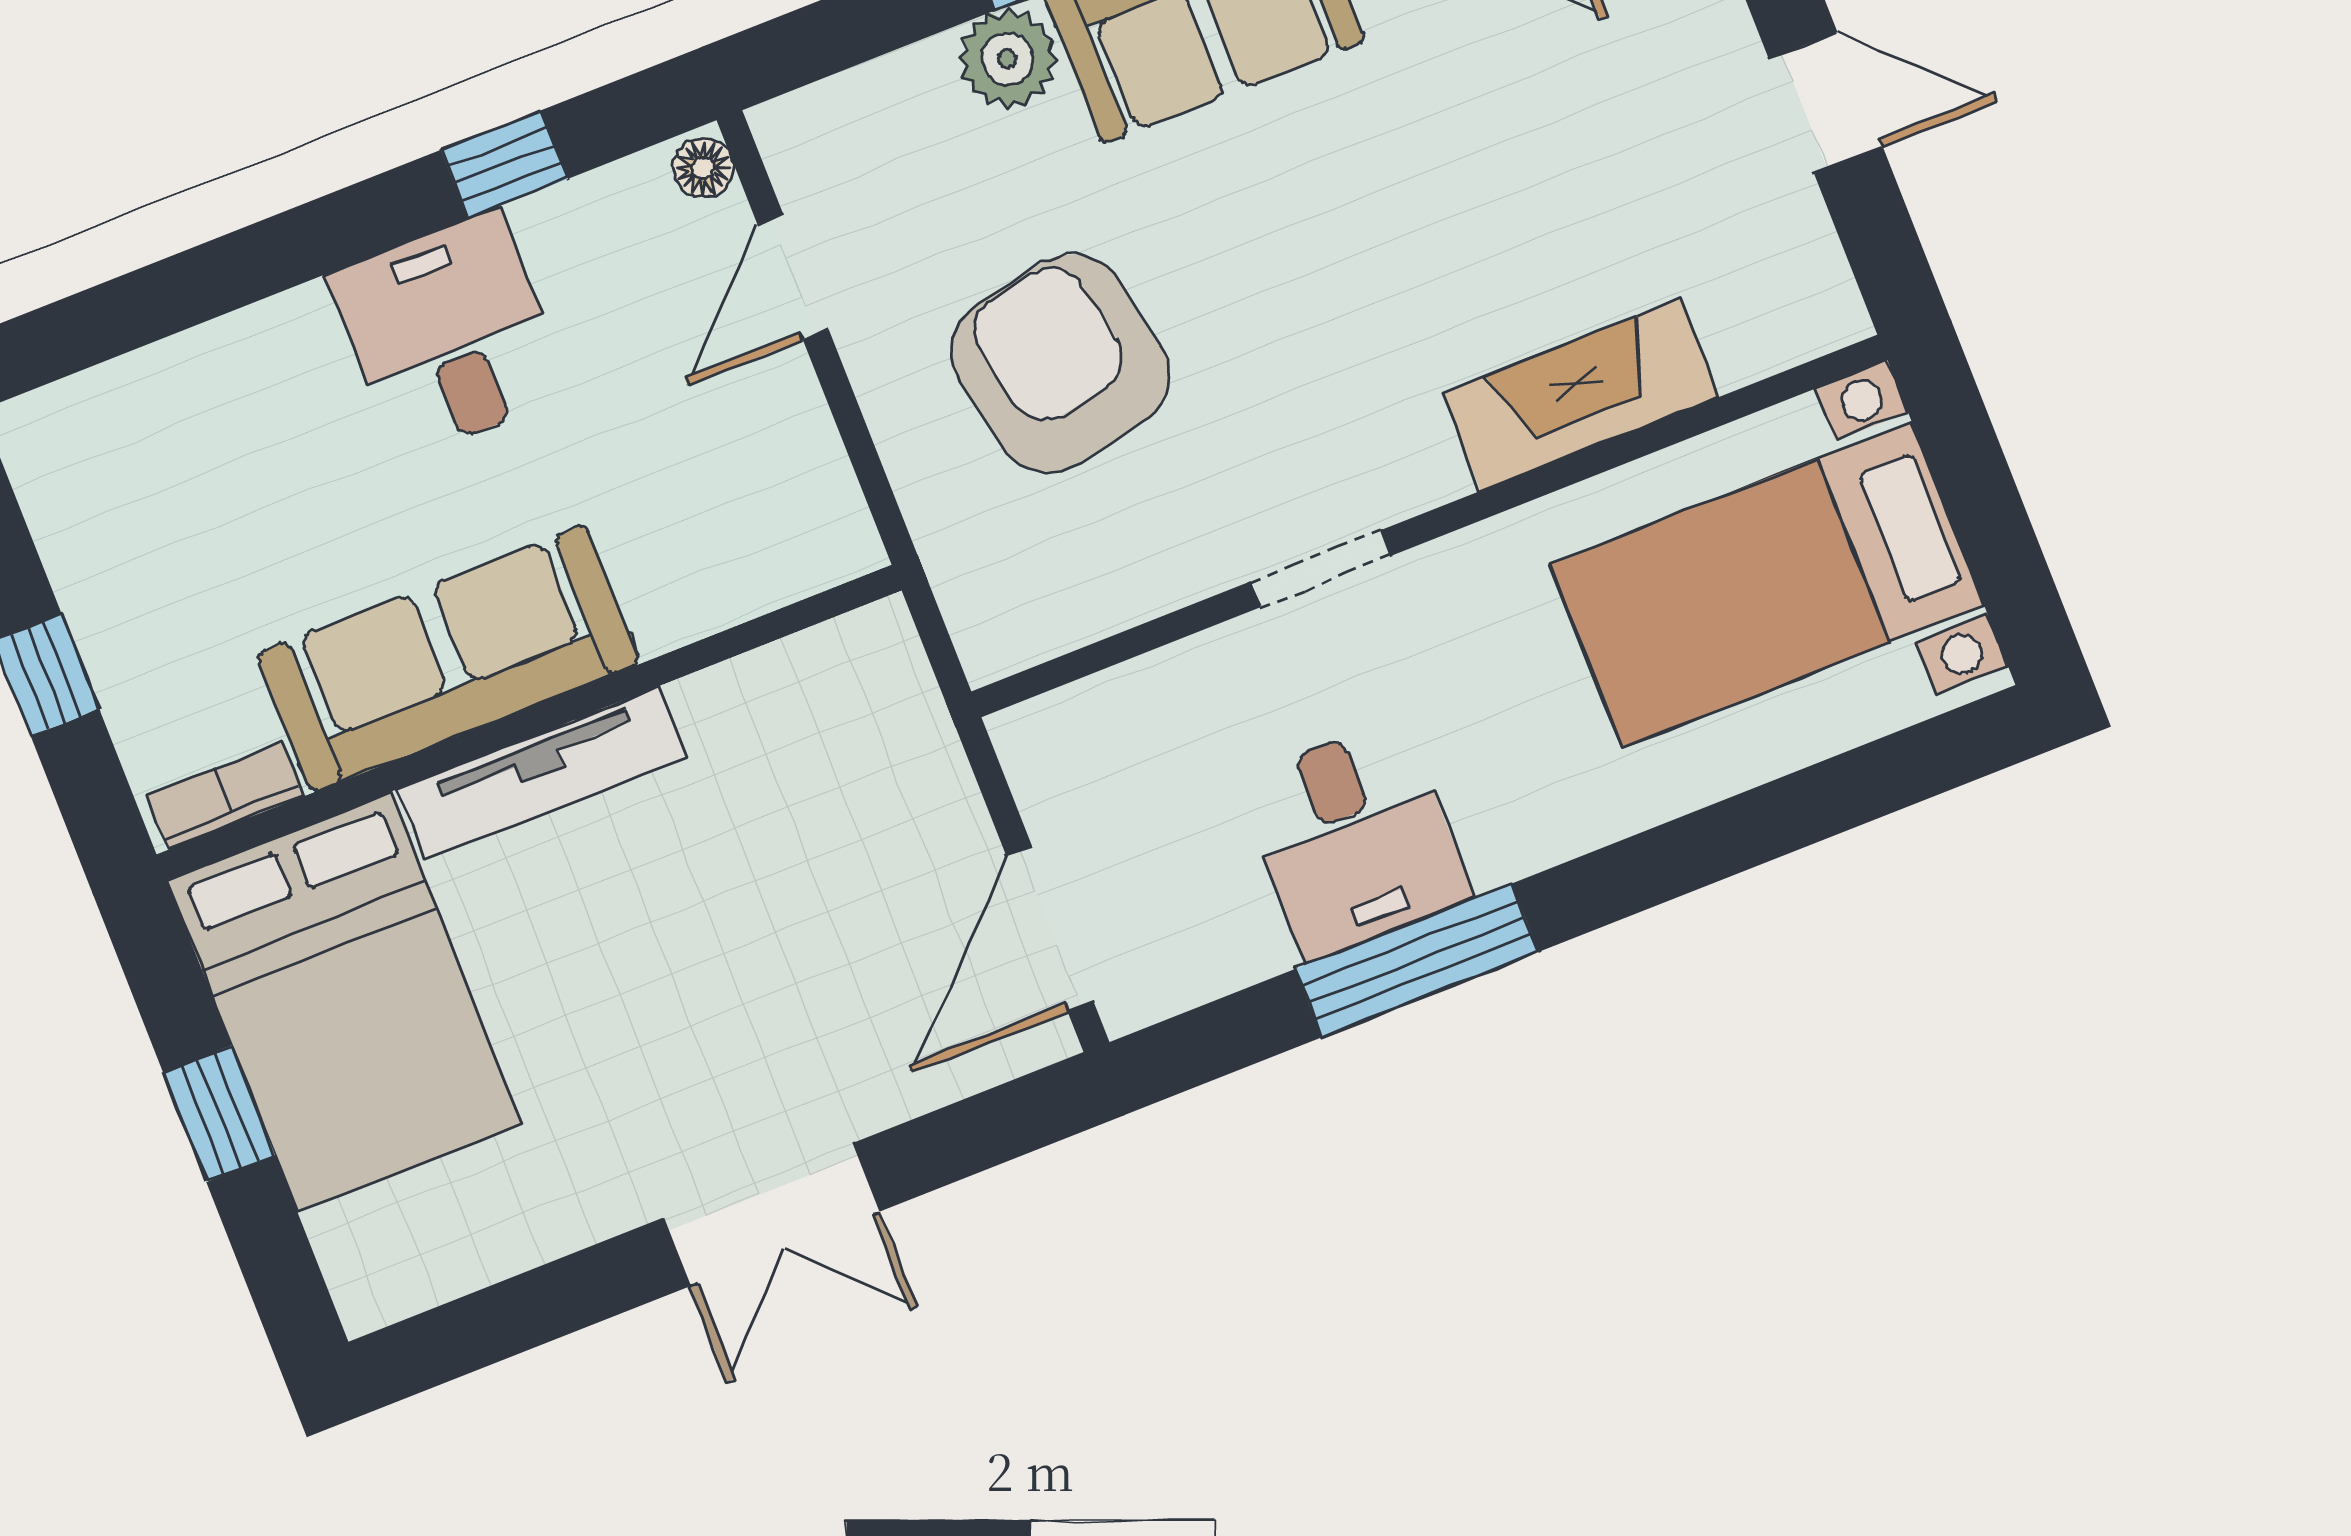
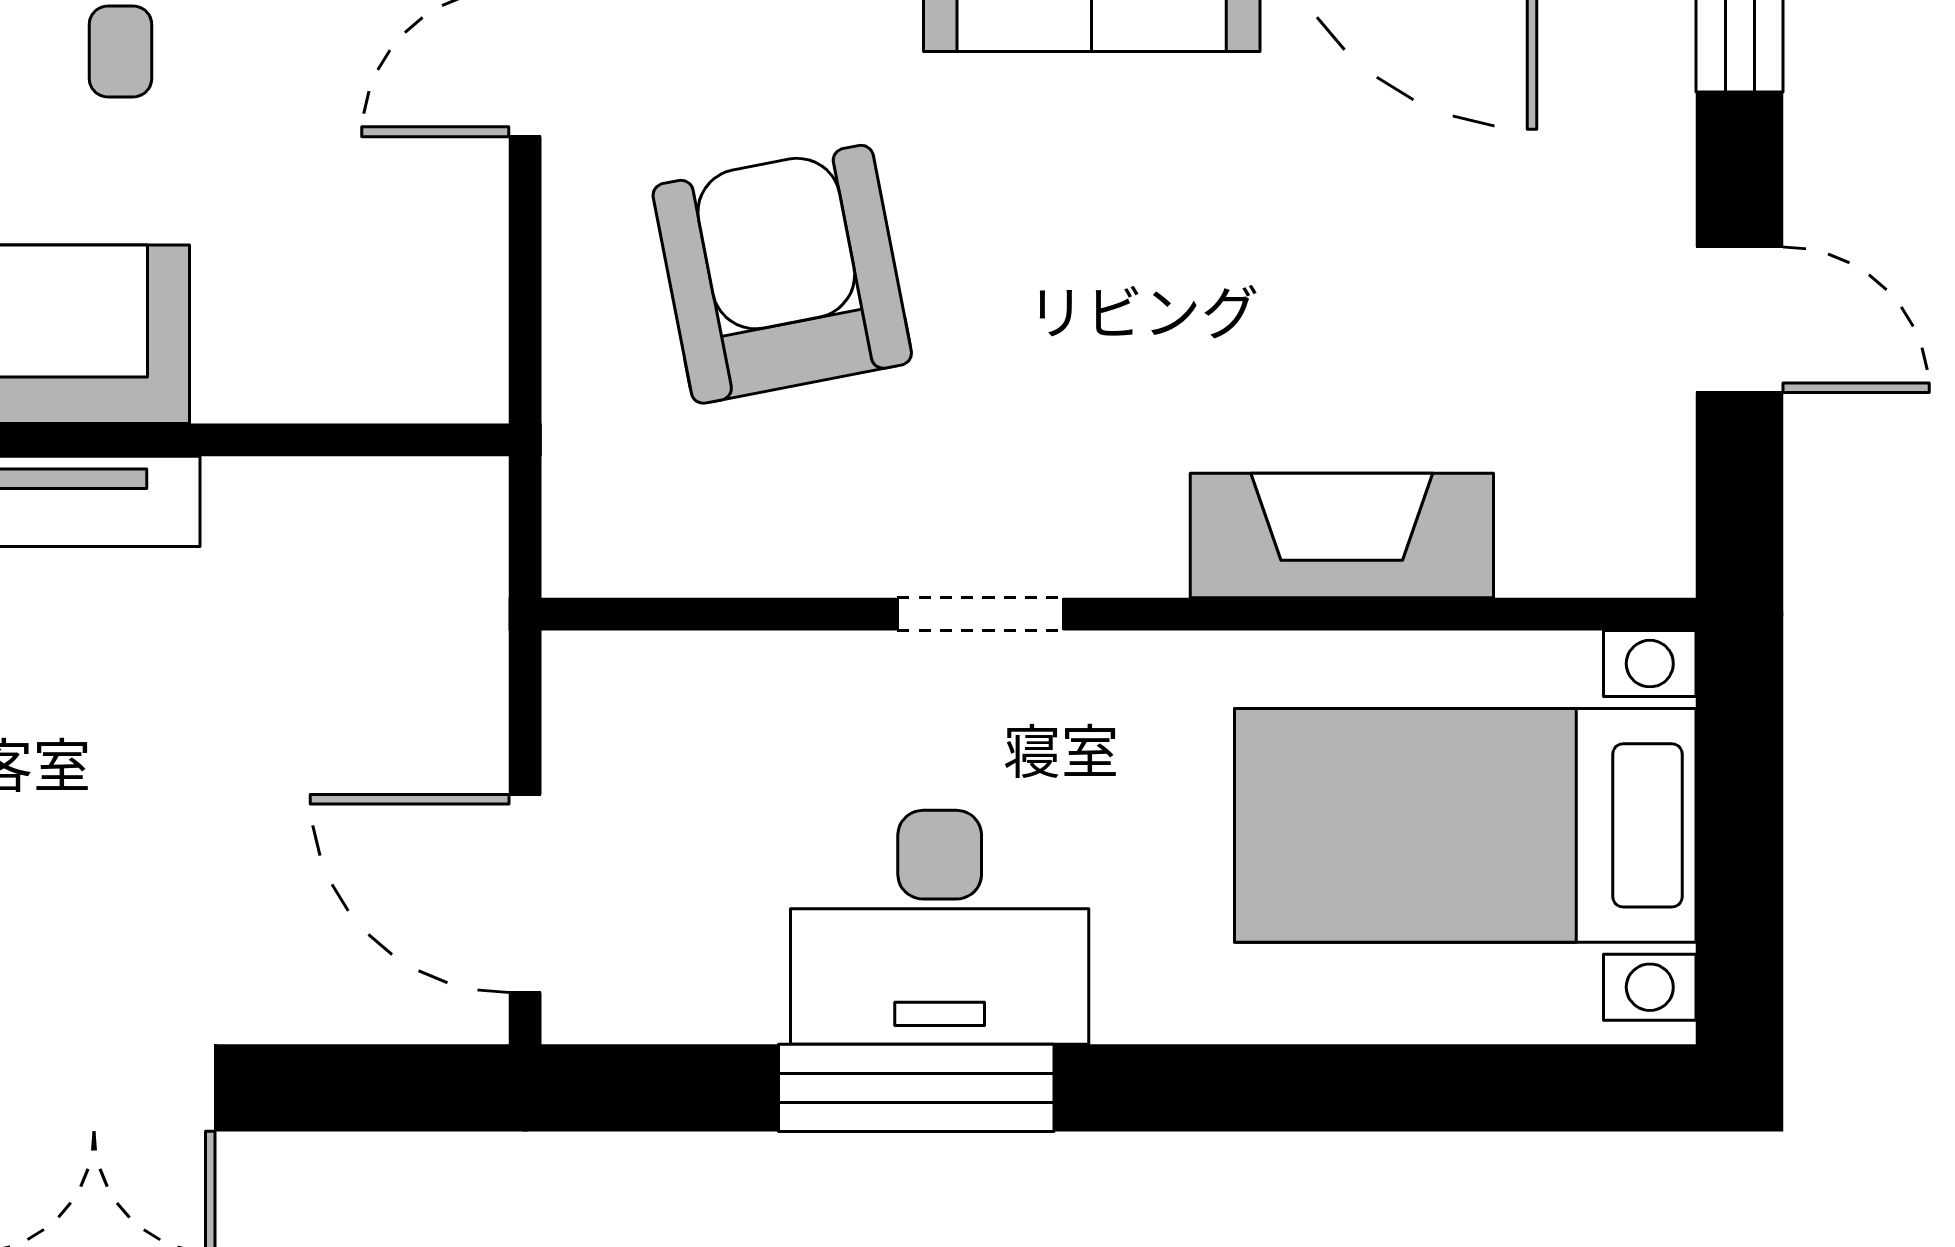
desk: (1354, 840) -> (940, 927), width x1.37
door: (1050, 929) -> (525, 893), hinge flipped

